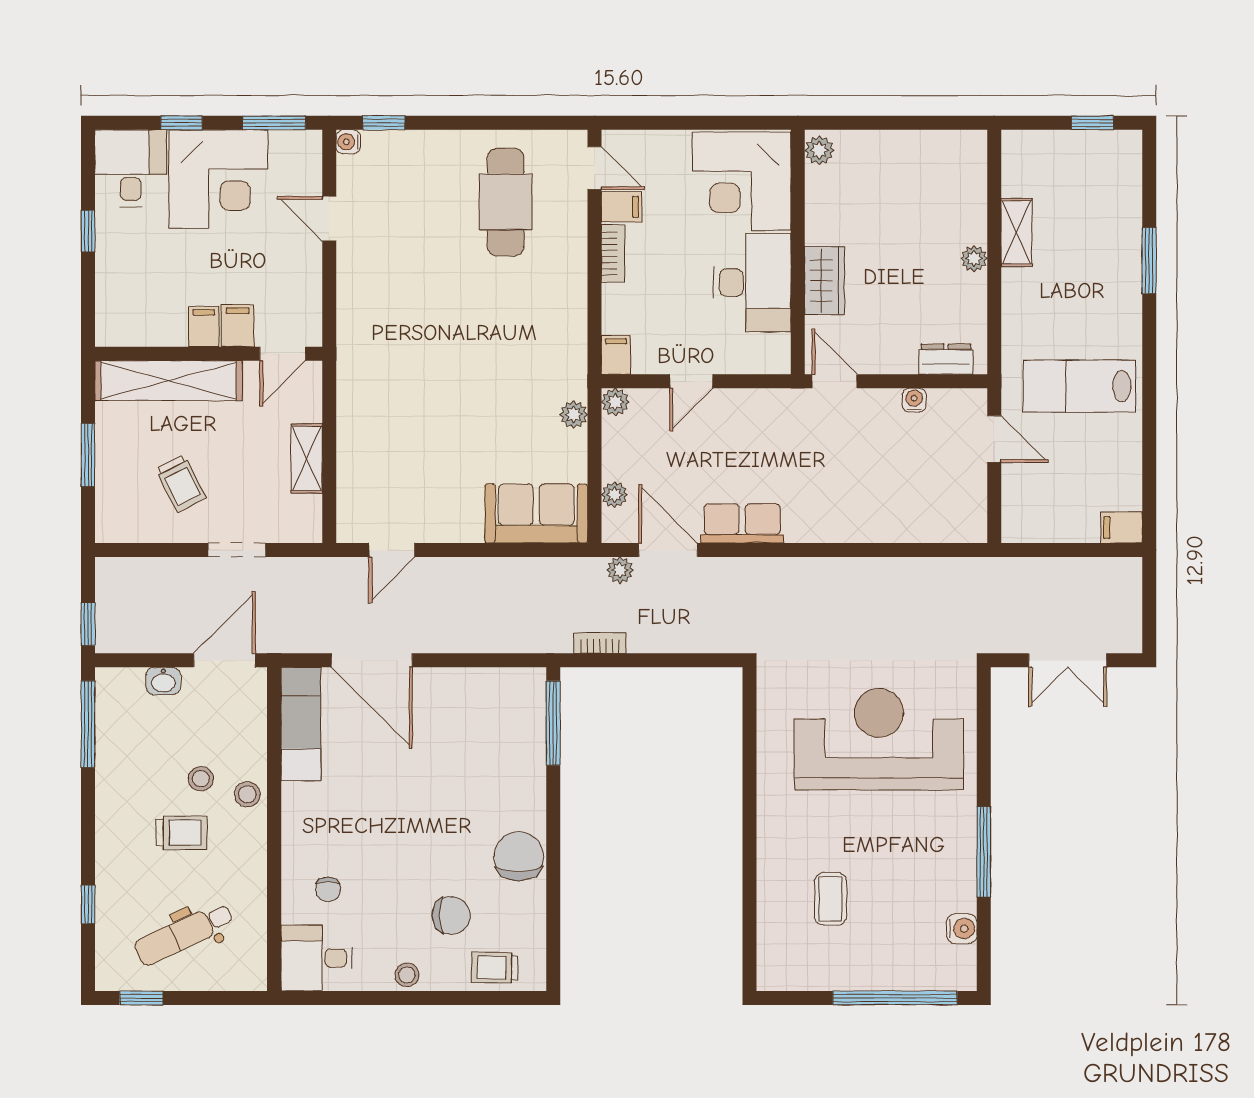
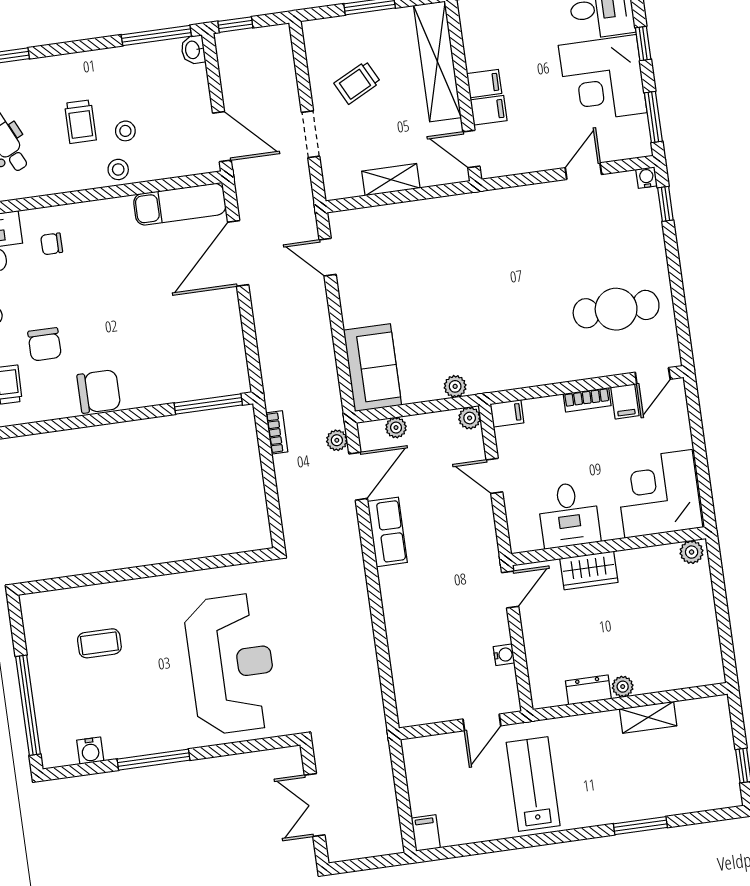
desk: (752, 283) -> (569, 515), width x0.73
dresser: (946, 359) -> (588, 690), moved, turned -90
washbasin: (163, 681) -> (193, 50), moved

